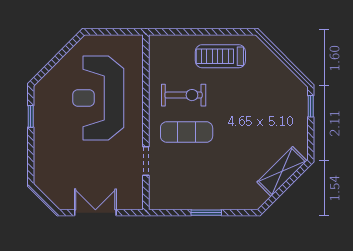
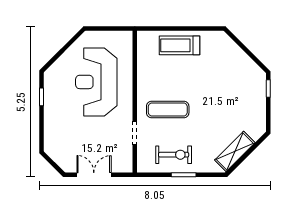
treadmill: (220, 56) -> (179, 45), moved
exercise bike: (184, 95) -> (174, 155), moved
shelving: (282, 171) -> (235, 151), moved

